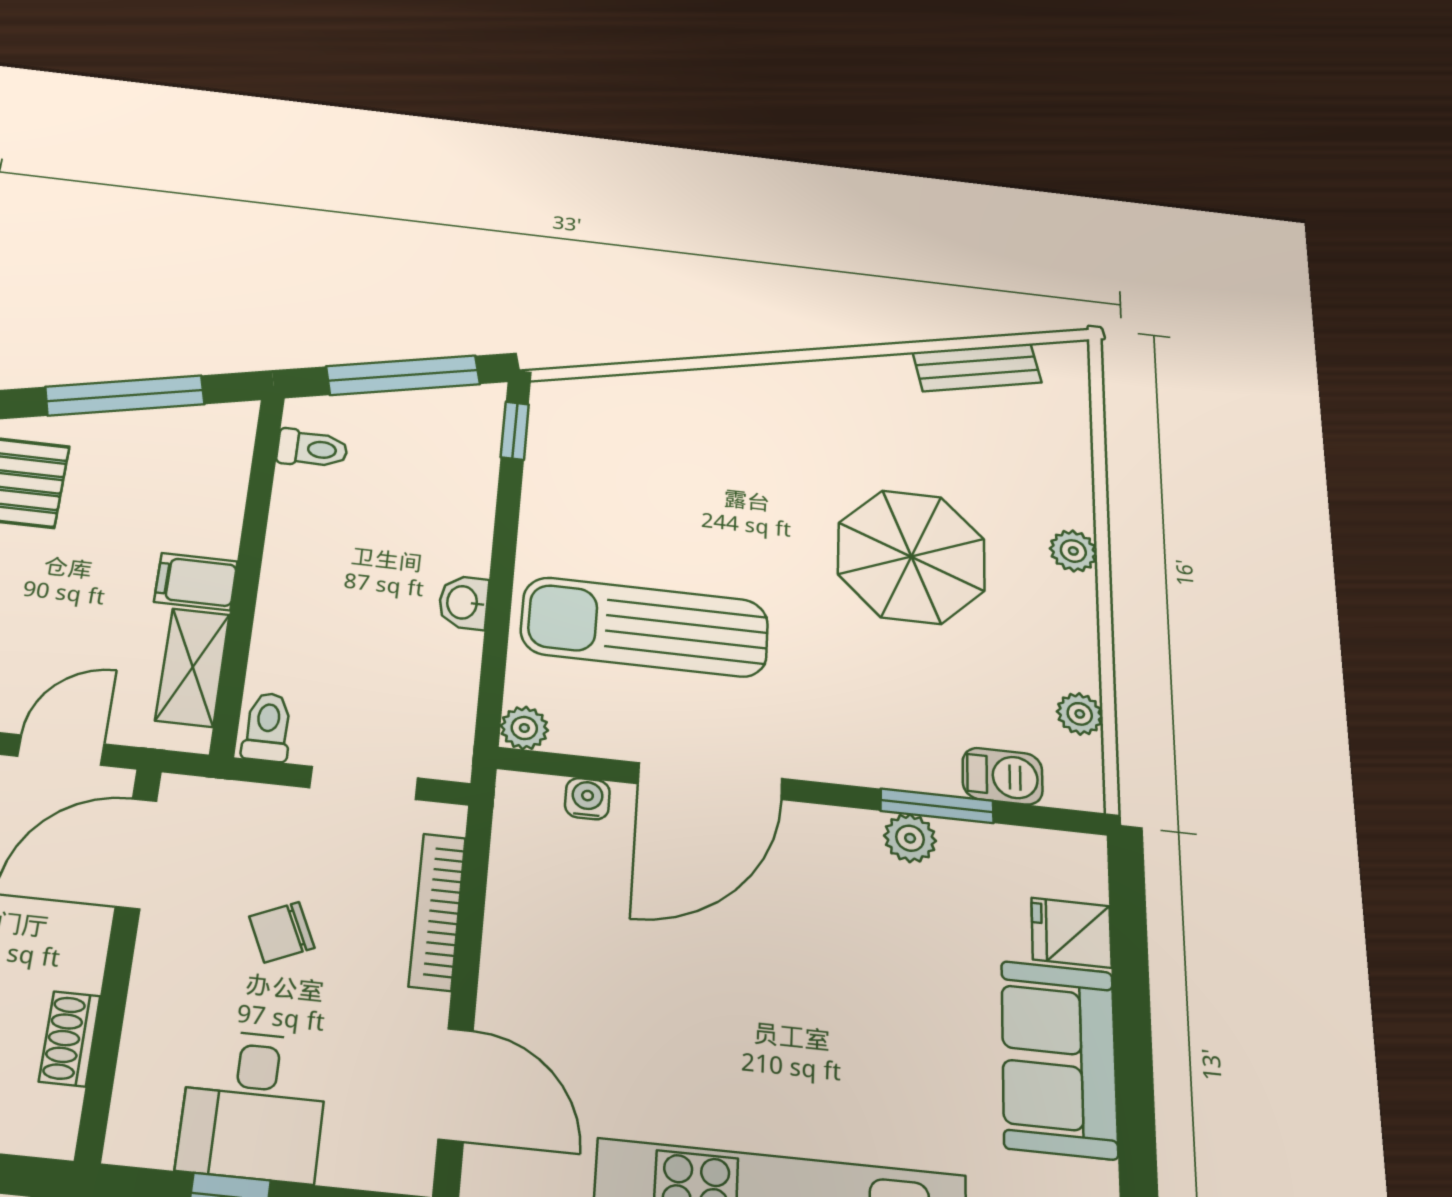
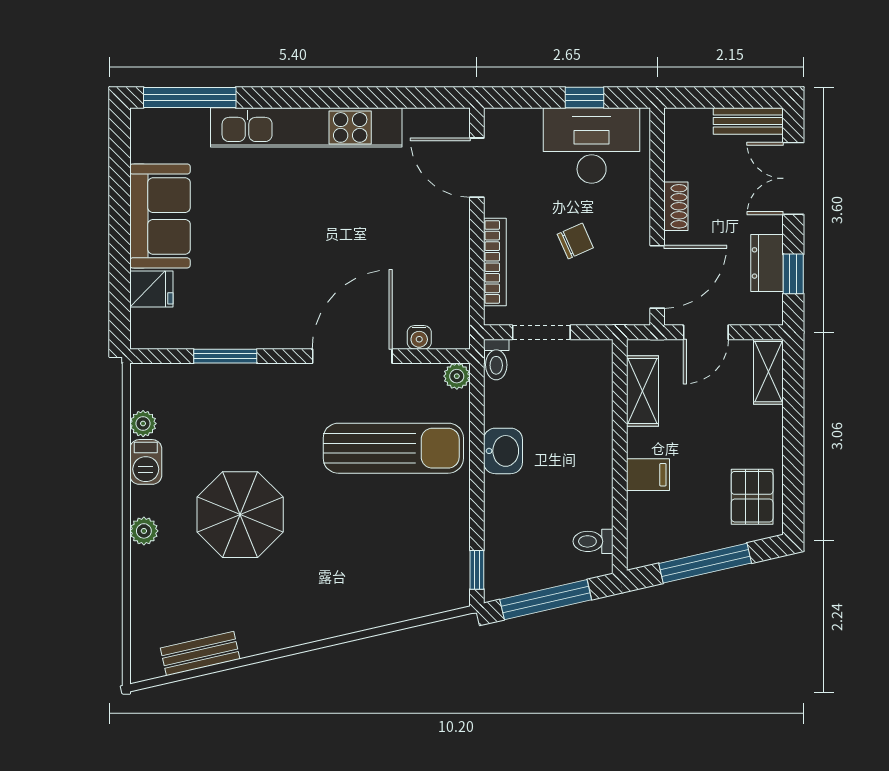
filing cabinet: (196, 582) -> (648, 475), moved
washbasin: (463, 602) -> (503, 451), width x1.38, depth x1.45
toilet: (268, 727) -> (496, 360), moved
barbecue: (1003, 776) -> (146, 462), moved, turned -90
plant: (910, 838) -> (240, 335), removed
shoe rack: (70, 1039) -> (676, 206), moved
desk: (253, 1106) -> (592, 146), width x1.37

